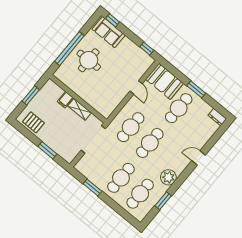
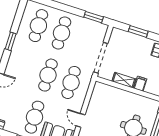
plant: (168, 177) -> (19, 51), removed
window: (92, 187) -> (94, 17), moved
window: (163, 201) -> (11, 41), moved

